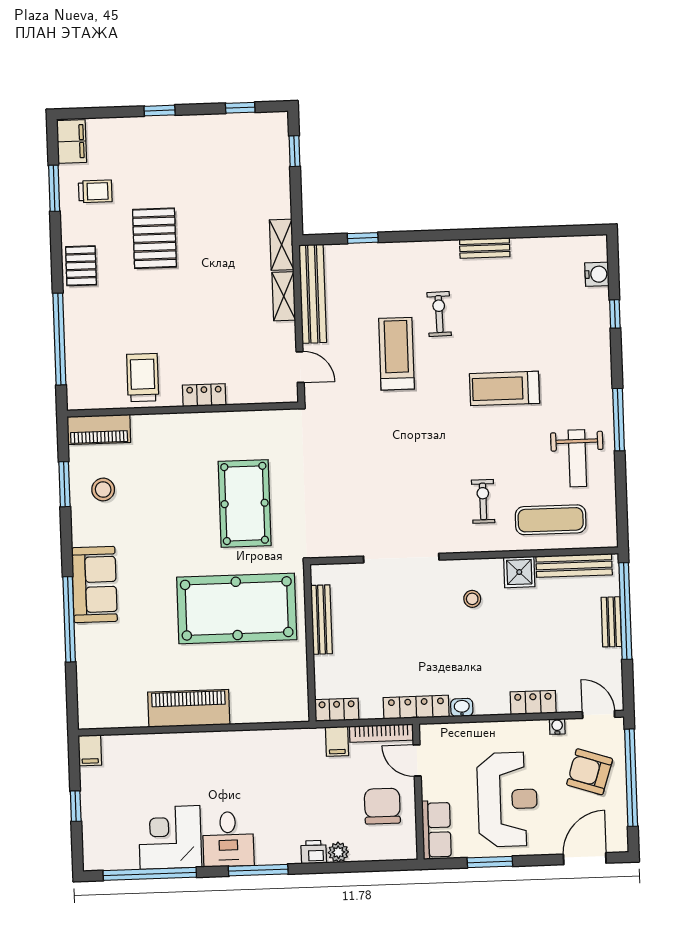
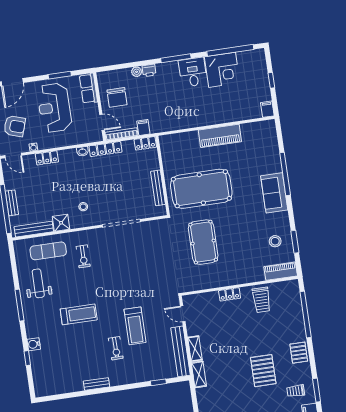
water cooler: (597, 274) -> (34, 344), moved

